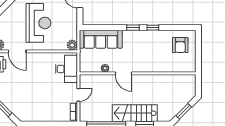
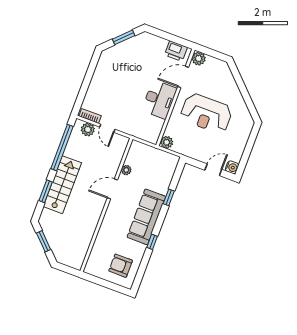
window: (133, 28) -> (169, 197), moved
sofa: (101, 39) -> (146, 217), moved
desk: (66, 69) -> (159, 99), moved, turned -90
plant: (85, 109) -> (88, 129), added

